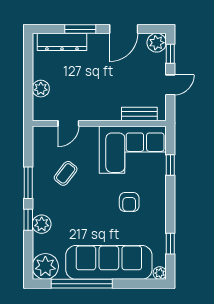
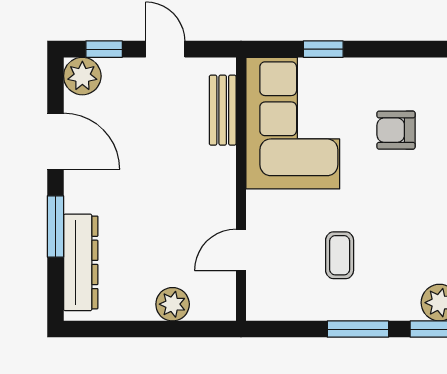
door: (68, 123) -> (241, 250), swing flipped
coffee table: (66, 173) -> (340, 255), turned 52
armchair: (129, 202) -> (396, 130), turned 180

